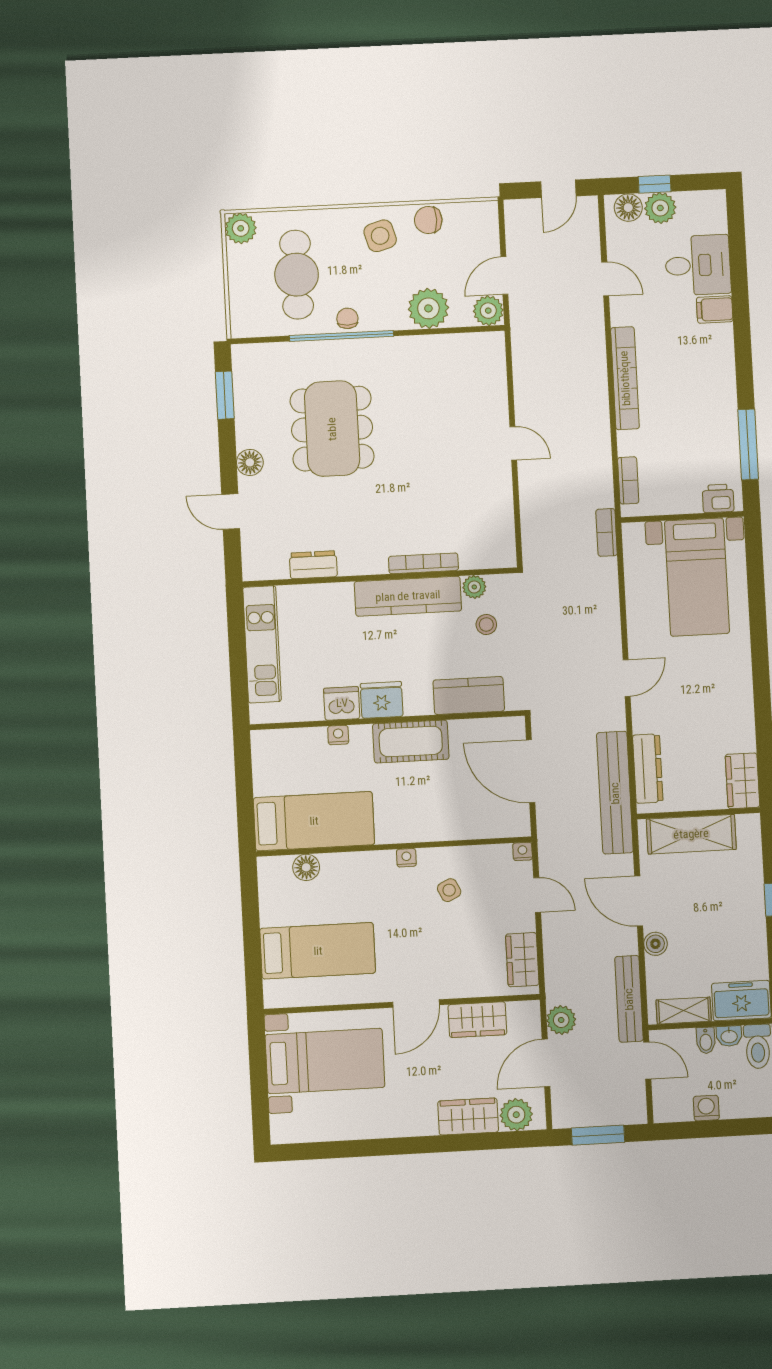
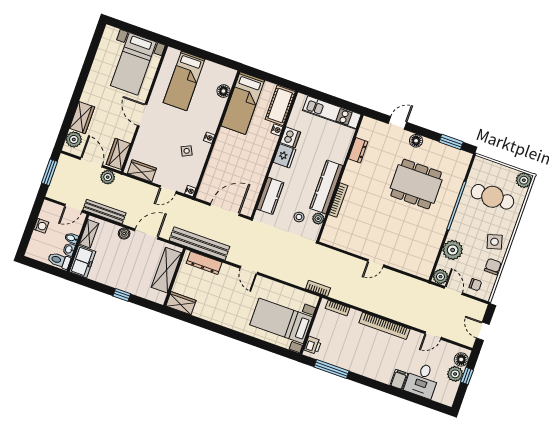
chair: (347, 318) -> (475, 285), moved
cot: (411, 742) -> (280, 106), moved
wardrobe: (477, 1020) -> (118, 154), moved

